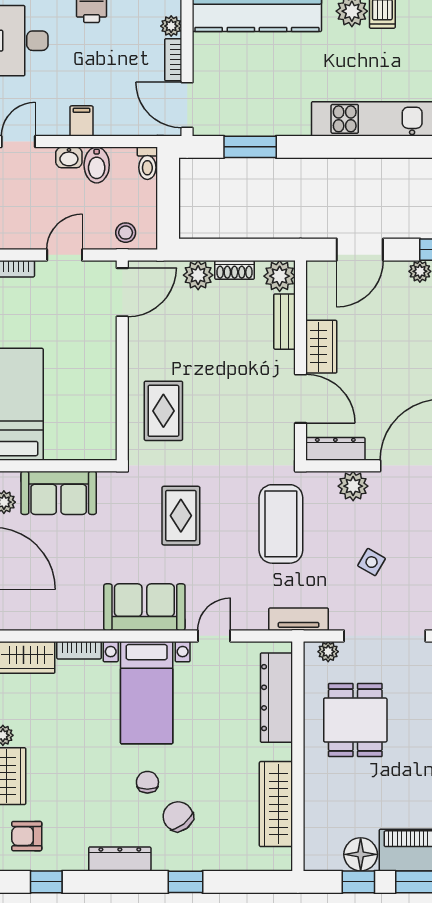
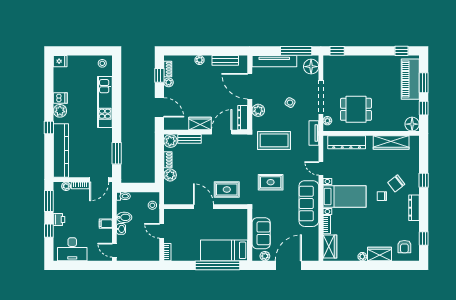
door: (122, 292) -> (203, 207), moved
sofa: (144, 607) -> (309, 204), width x1.36
floor lamp: (361, 854) -> (412, 124), moved

